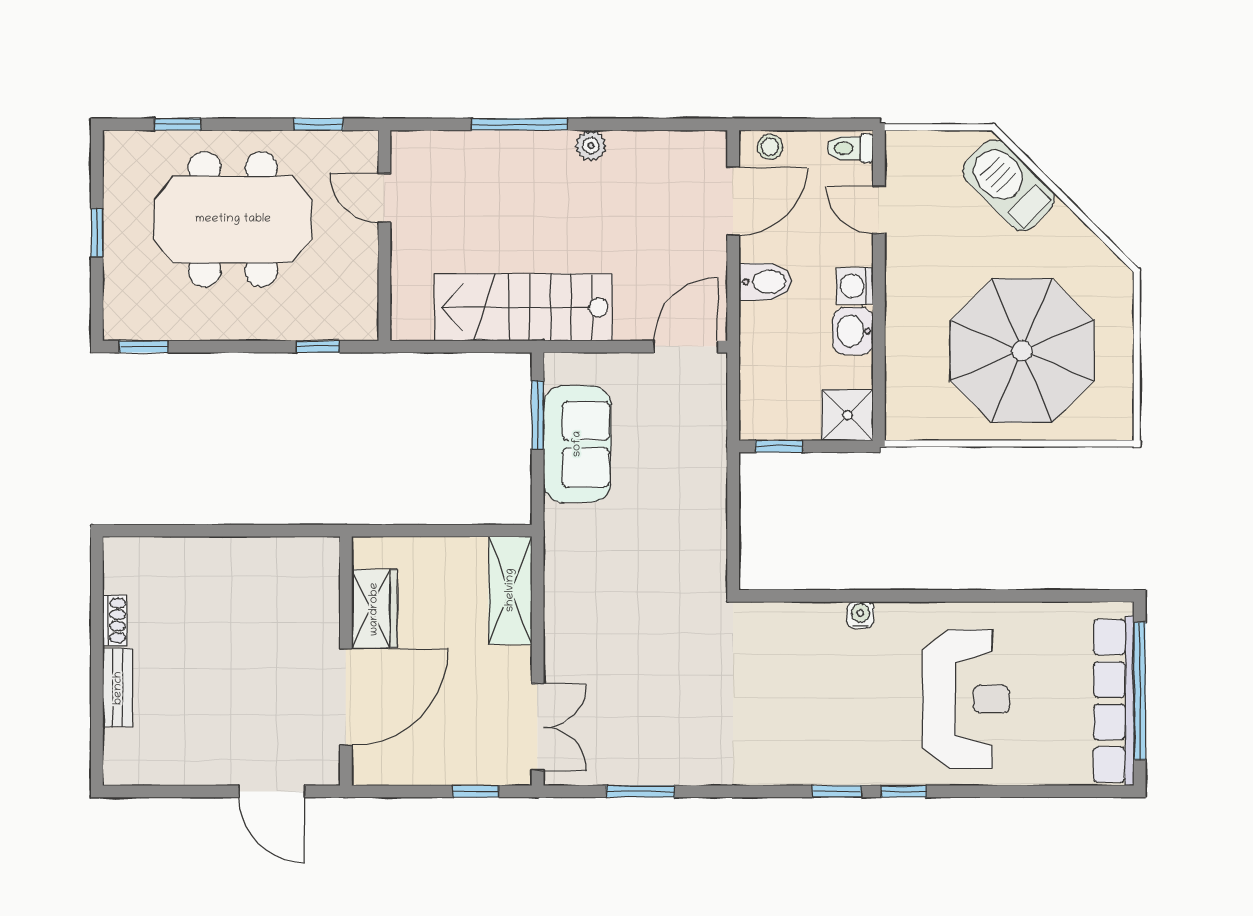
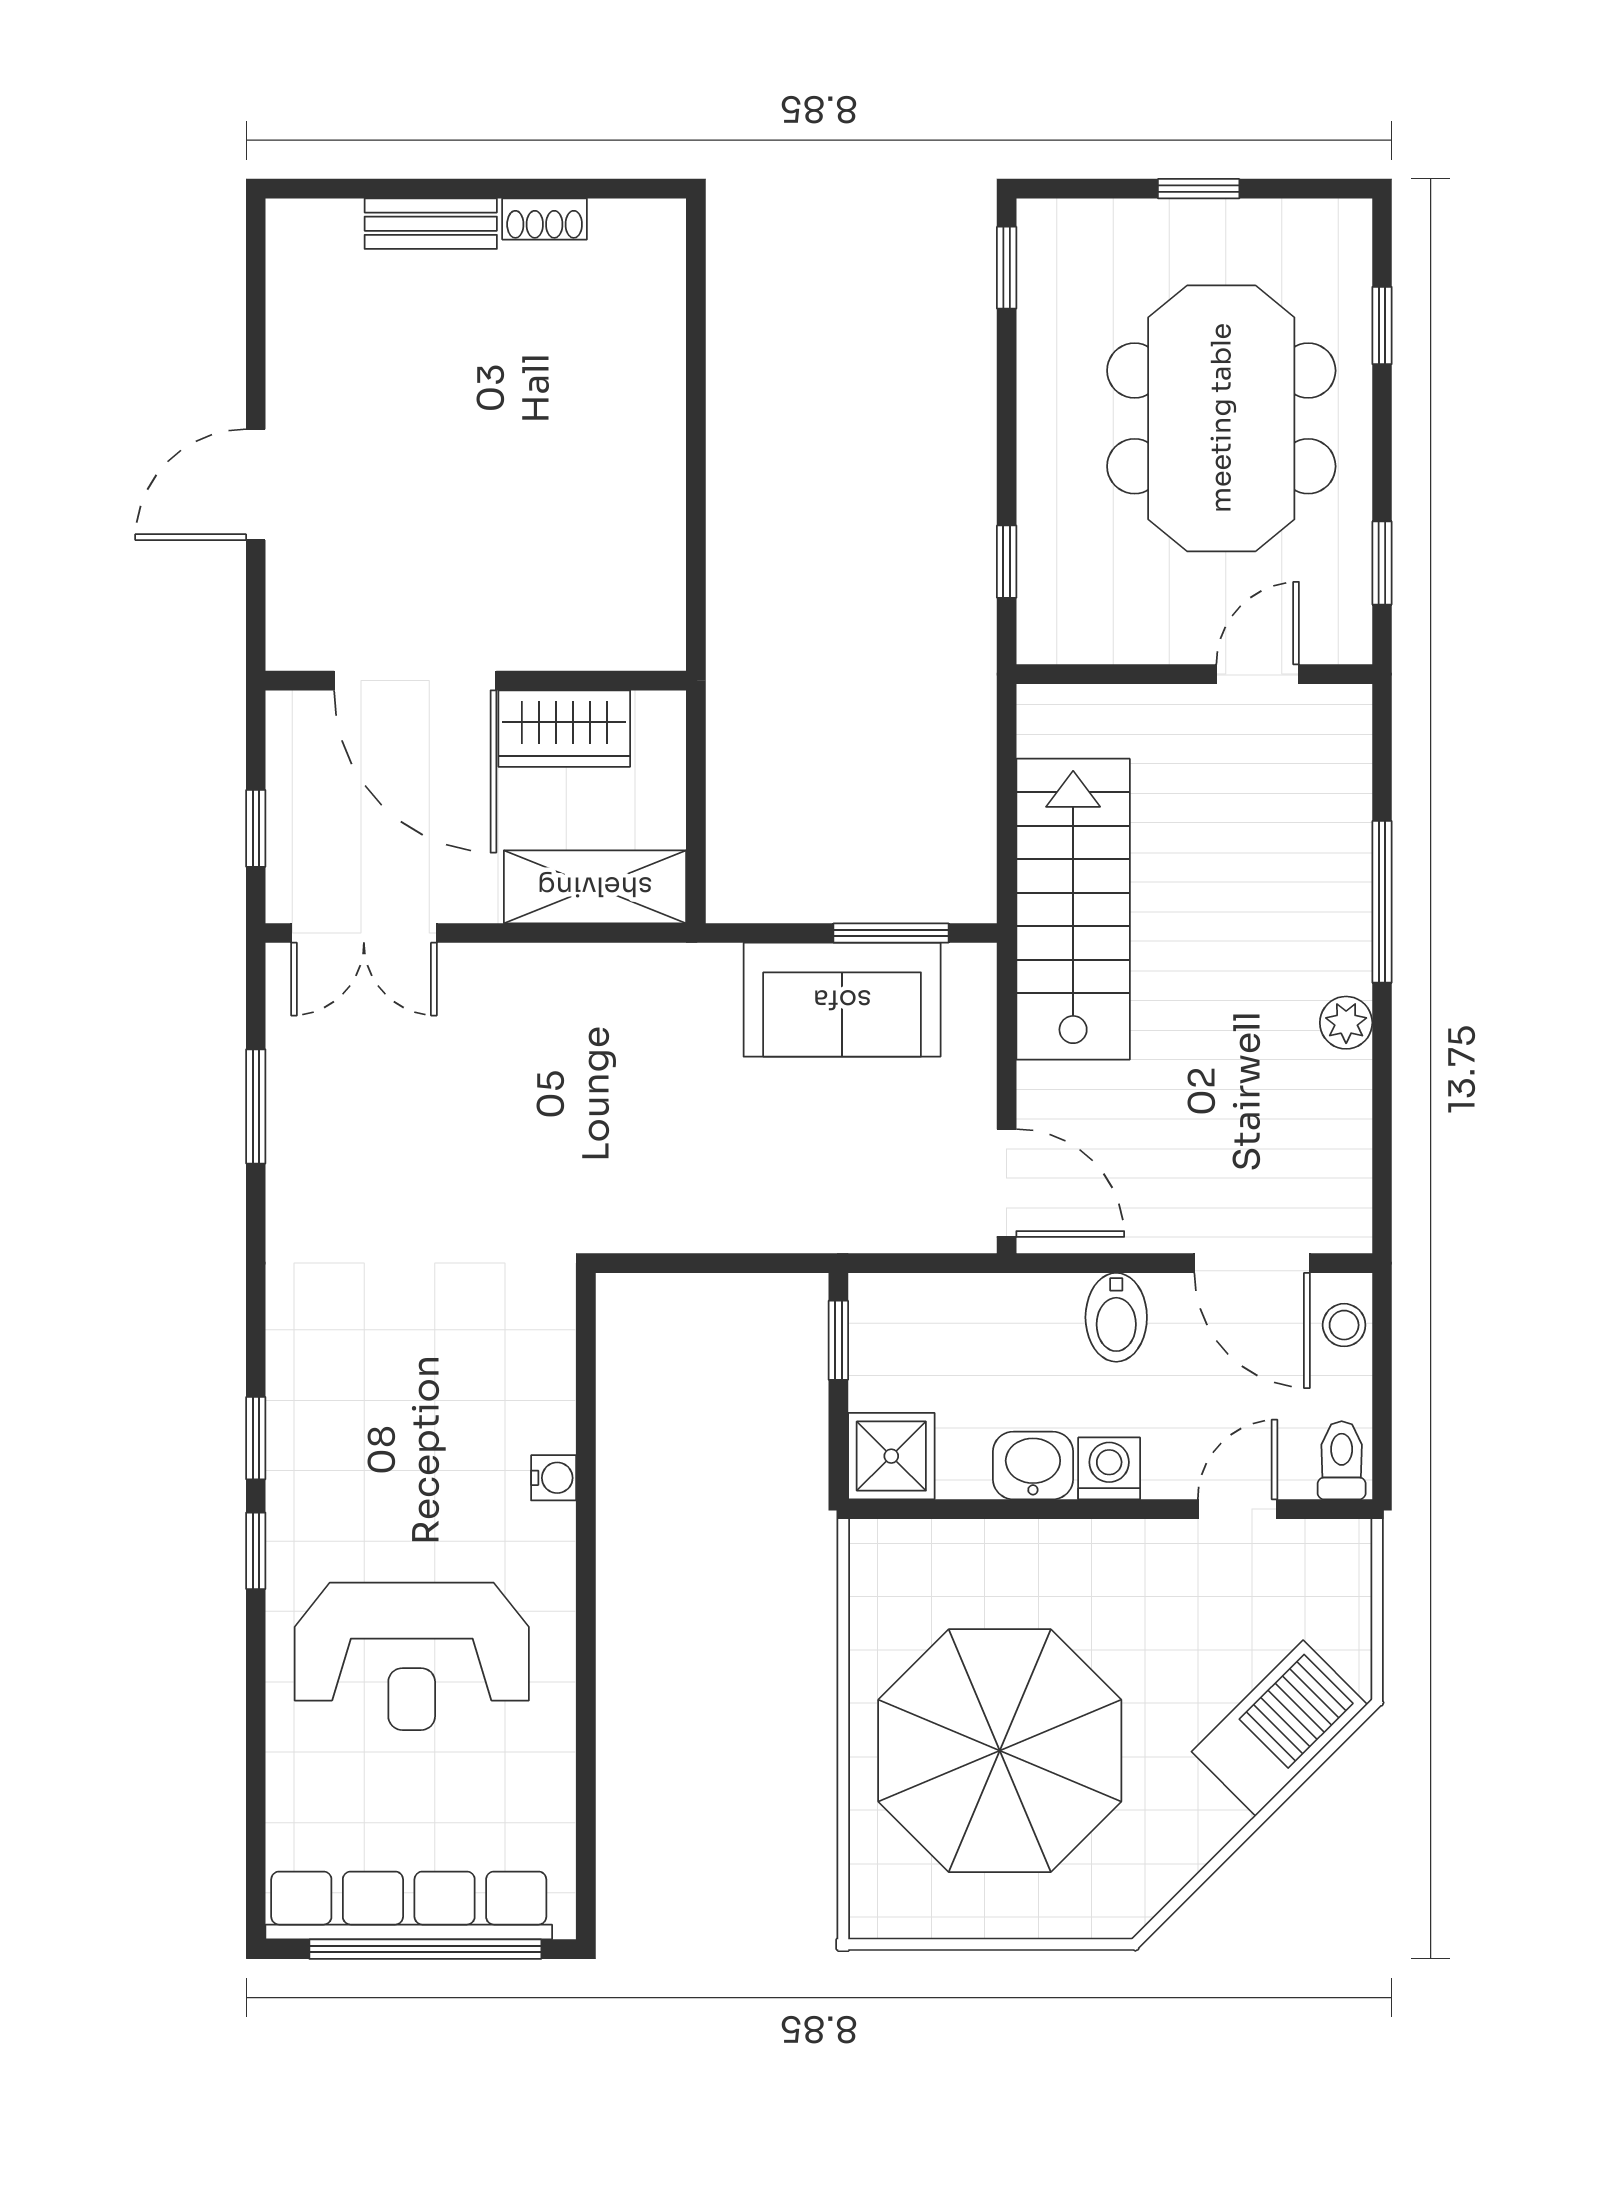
wardrobe: (374, 609) -> (564, 729), moved
wall: (346, 661) -> (476, 681), moved
door: (346, 697) -> (415, 681), moved

